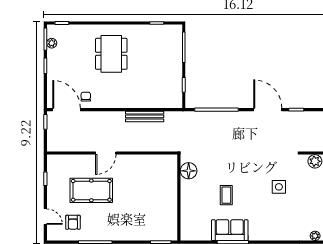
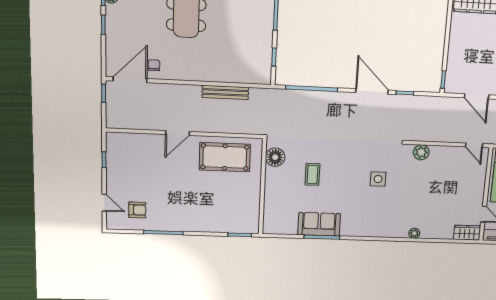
door: (67, 110) -> (130, 80), hinge flipped
pool table: (91, 190) -> (225, 157), moved
coffee table: (226, 195) -> (312, 174), moved
armchair: (73, 222) -> (137, 210), turned -90

